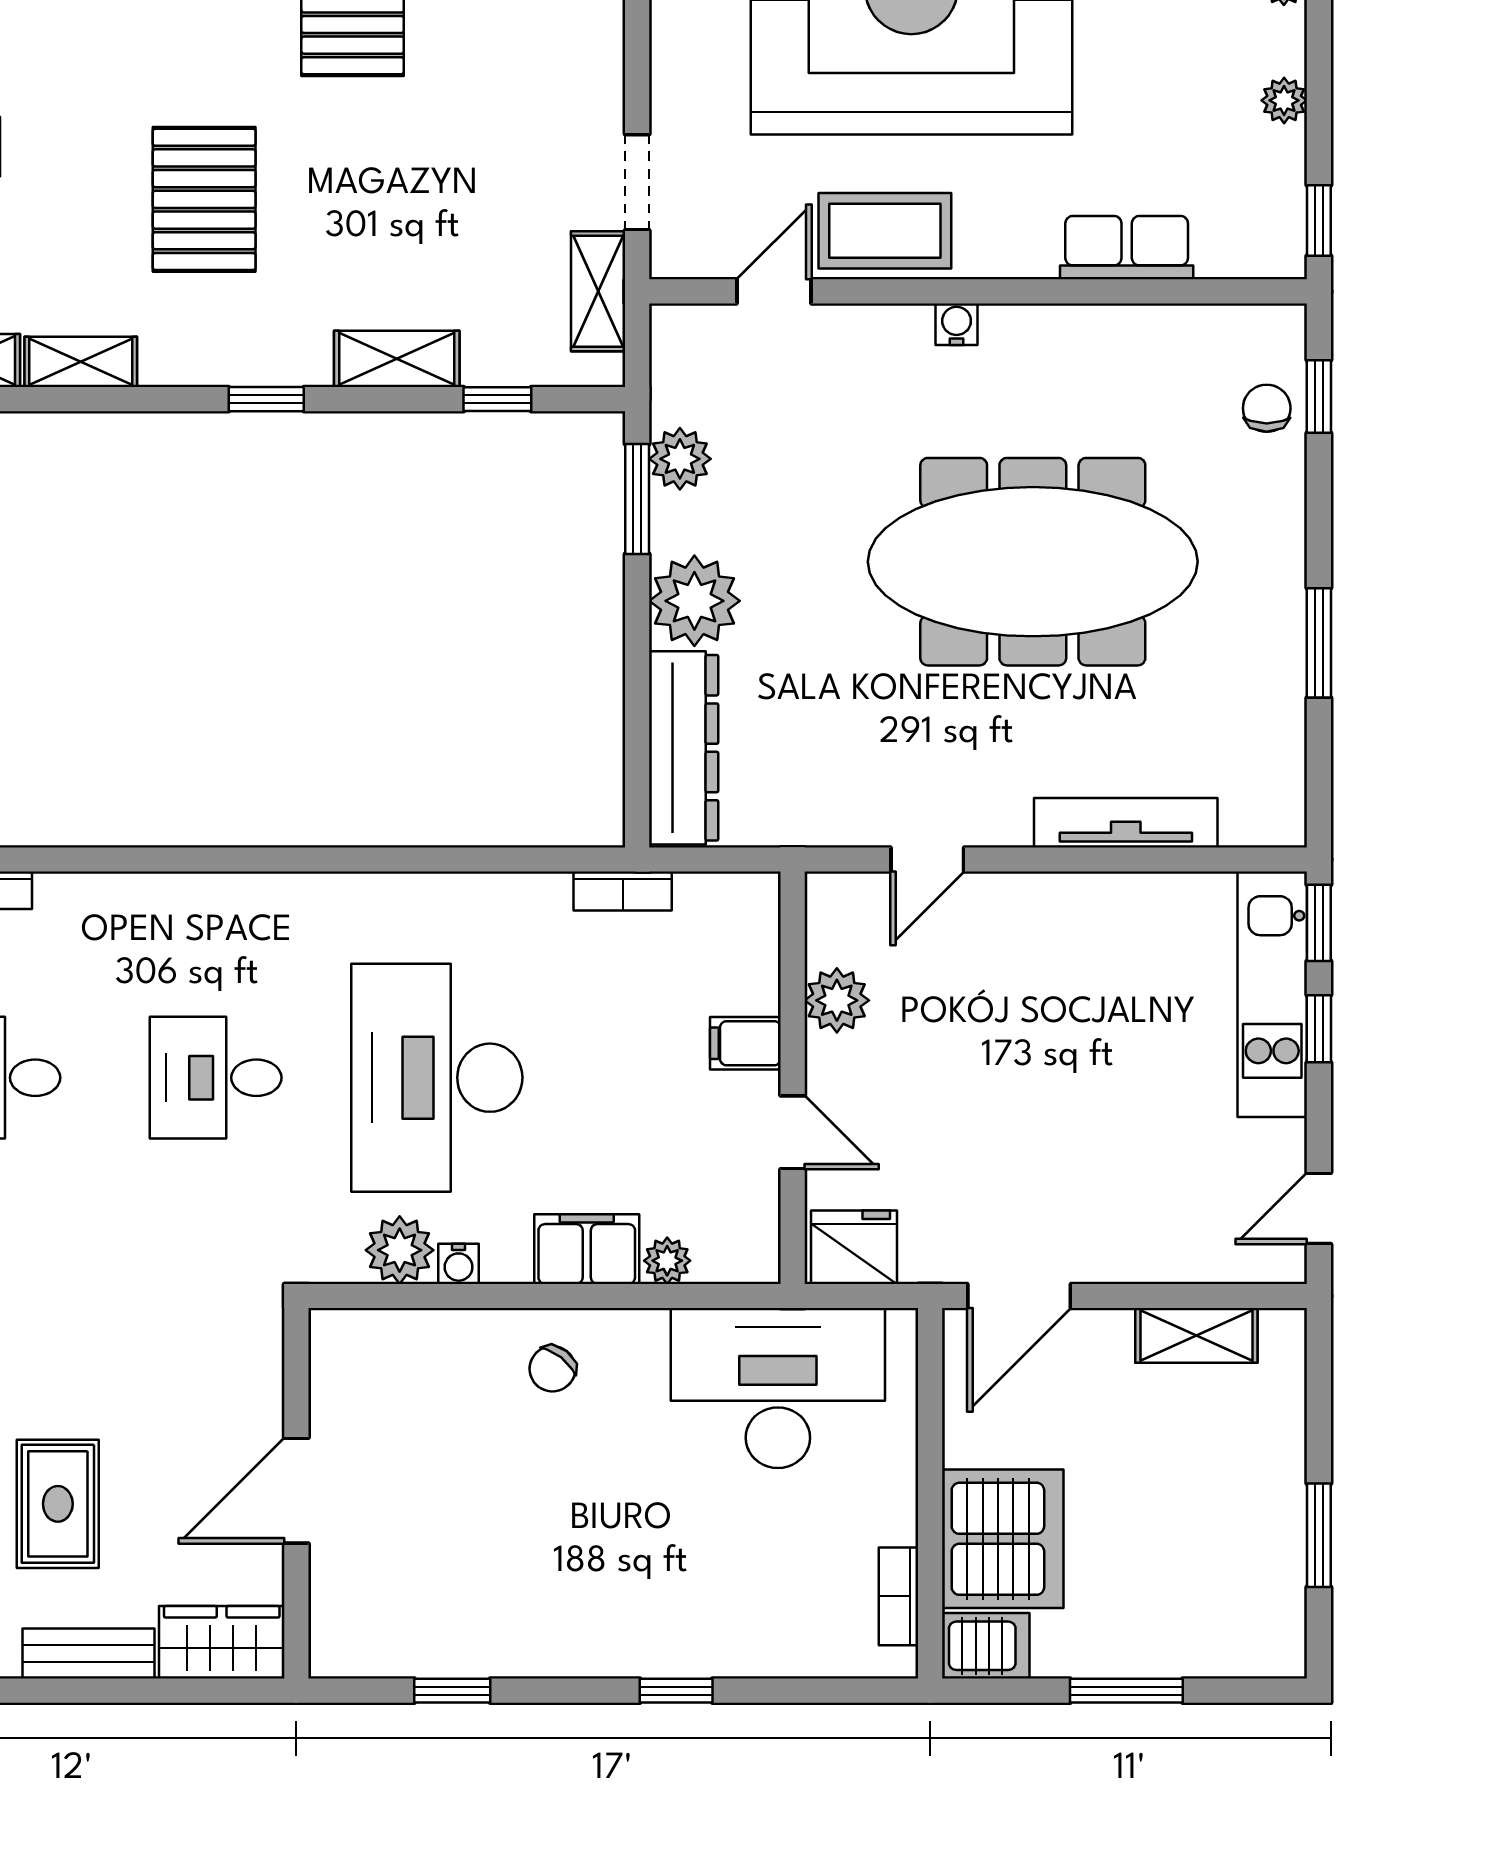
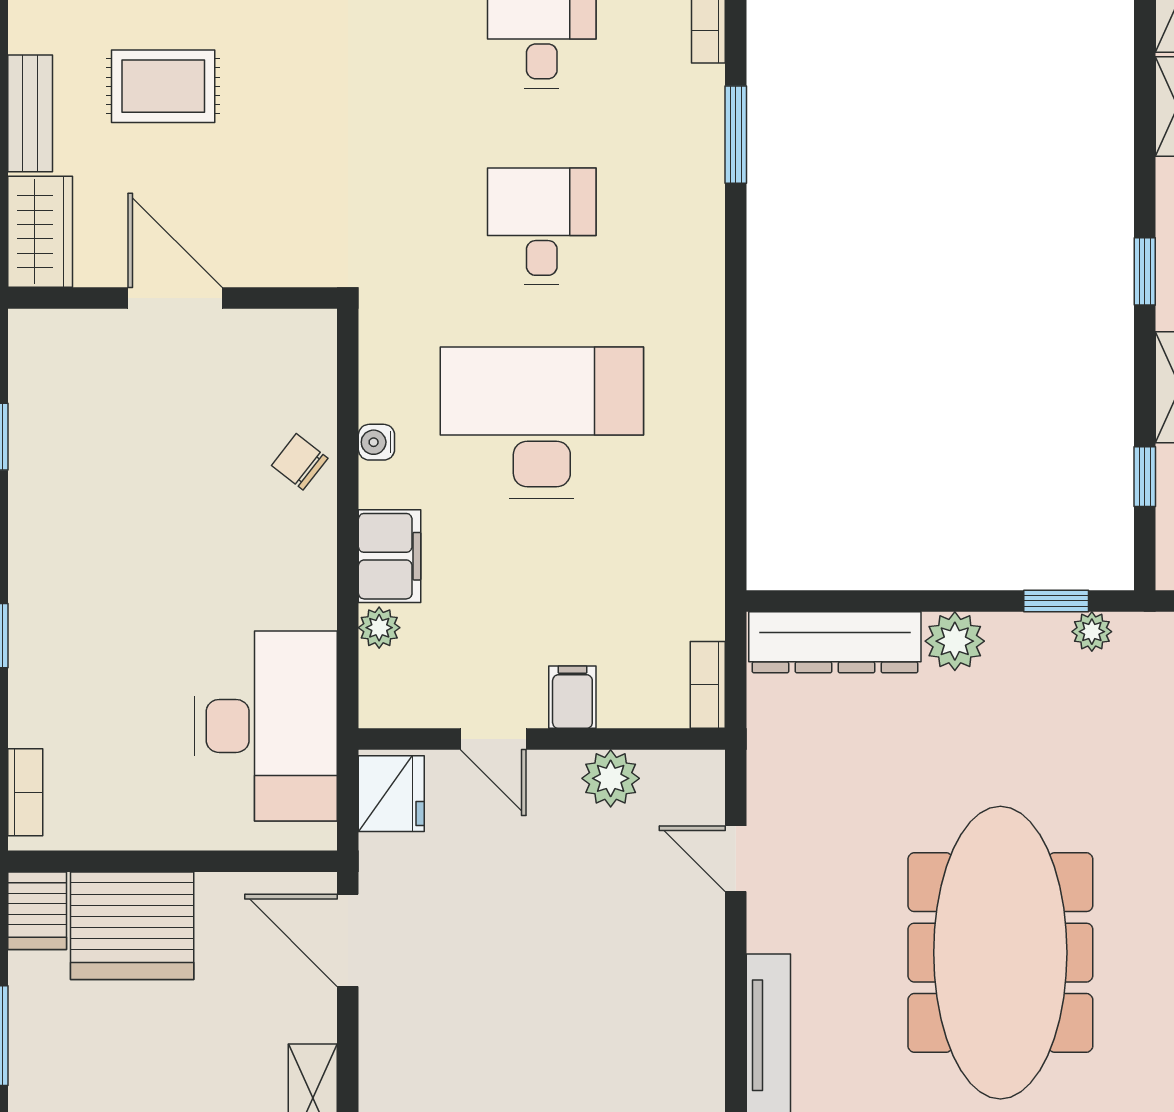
plant: (680, 459) -> (1092, 632), width x0.73, depth x0.73
window: (637, 499) -> (1056, 601), width x0.67
plant: (694, 601) -> (955, 641), width x0.73, depth x0.73
window: (112, 859) -> (736, 135), added
bookcase: (623, 891) -> (708, 685), moved
door: (793, 1132) -> (493, 739), hinge flipped
plant: (400, 1250) -> (389, 390), removed
chair: (552, 1369) -> (300, 462), moved
bookcase: (899, 1596) -> (25, 792), moved, turned 90

